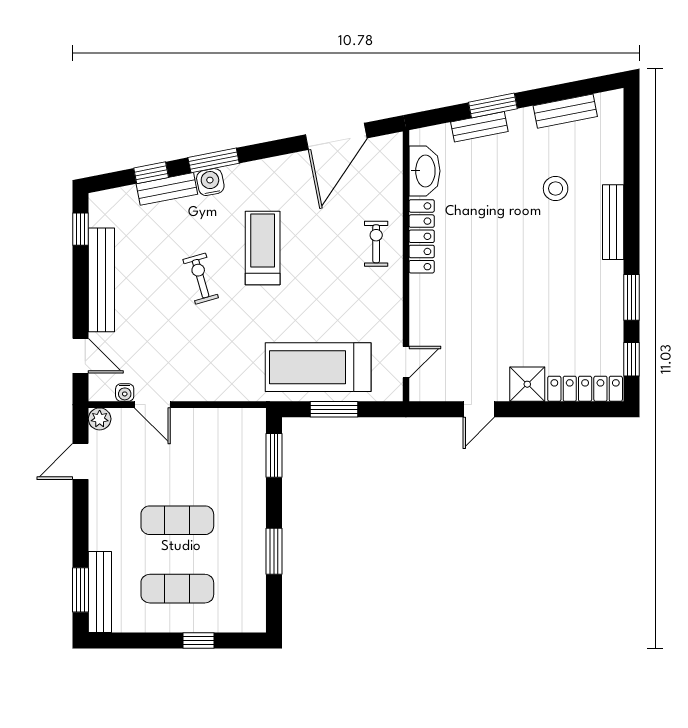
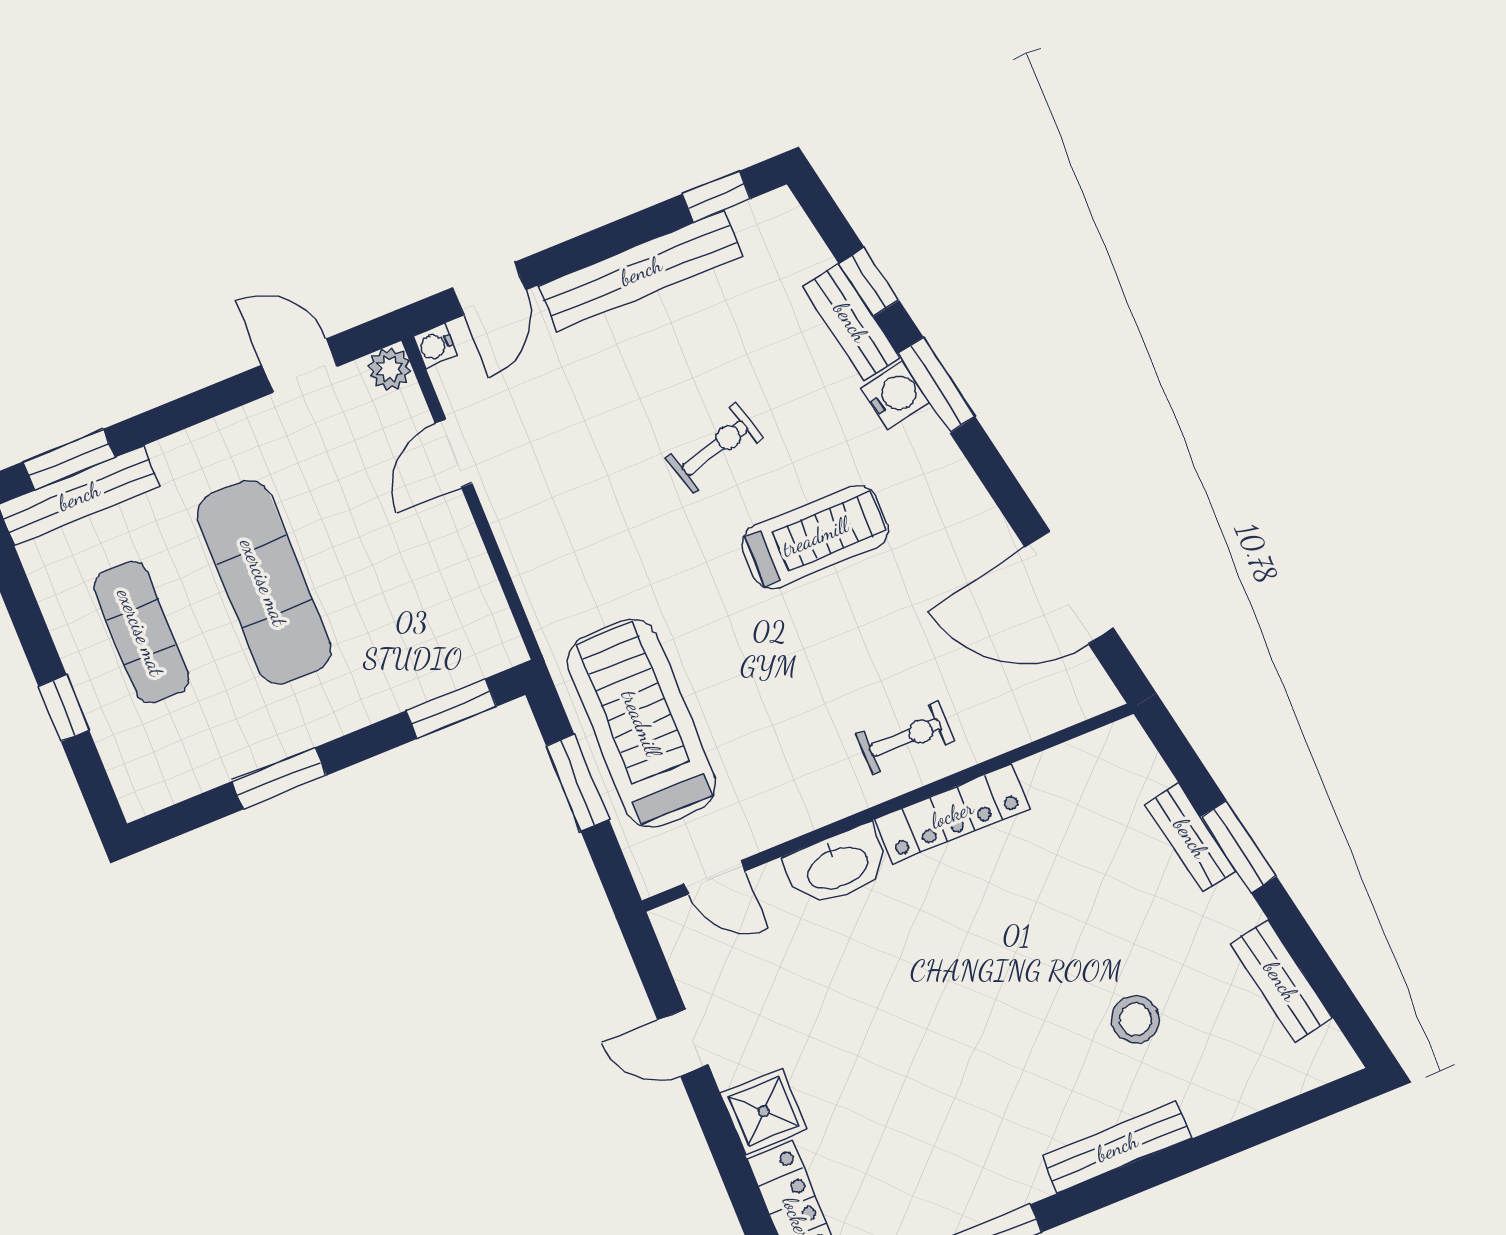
washbasin: (424, 171) -> (837, 867), moved
water cooler: (125, 392) -> (435, 346), moved
exercise mat: (177, 520) -> (264, 582), width x1.36, depth x1.45

